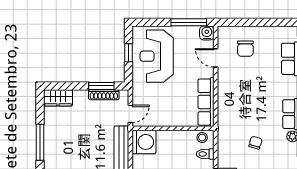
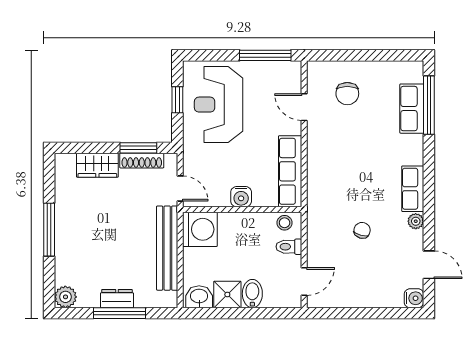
water cooler: (207, 33) -> (241, 197), moved, turned 180
wardrobe: (58, 98) -> (97, 165), moved
door: (130, 114) -> (180, 189), hinge flipped

